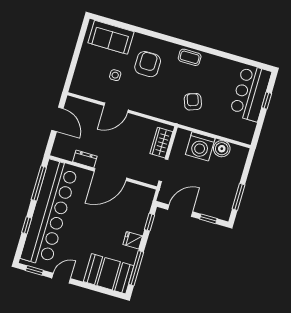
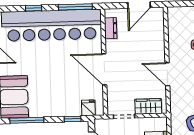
door: (116, 108) -> (167, 74), moved
dresser: (85, 159) -> (111, 28), moved
fridge: (133, 240) -> (88, 108), moved

